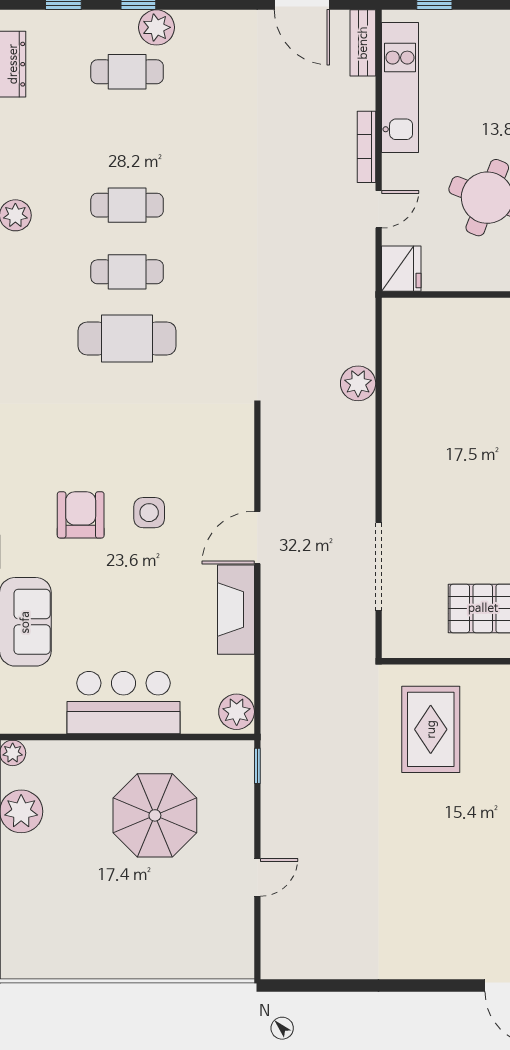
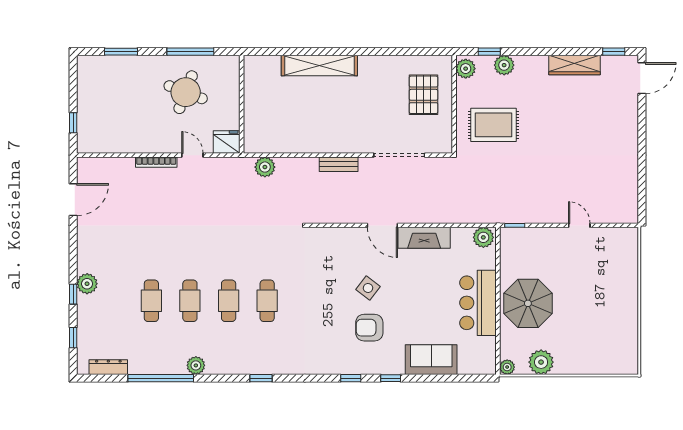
bench: (363, 43) -> (339, 164), moved
cafe table: (127, 72) -> (151, 301), moved
kitchen unit: (400, 88) -> (122, 143), removed
cafe table: (127, 338) -> (267, 301), width x0.73, depth x0.74
plant: (358, 383) -> (265, 167), moved
side table: (149, 513) -> (368, 288), turned 38
parasol: (155, 815) -> (528, 303), moved

